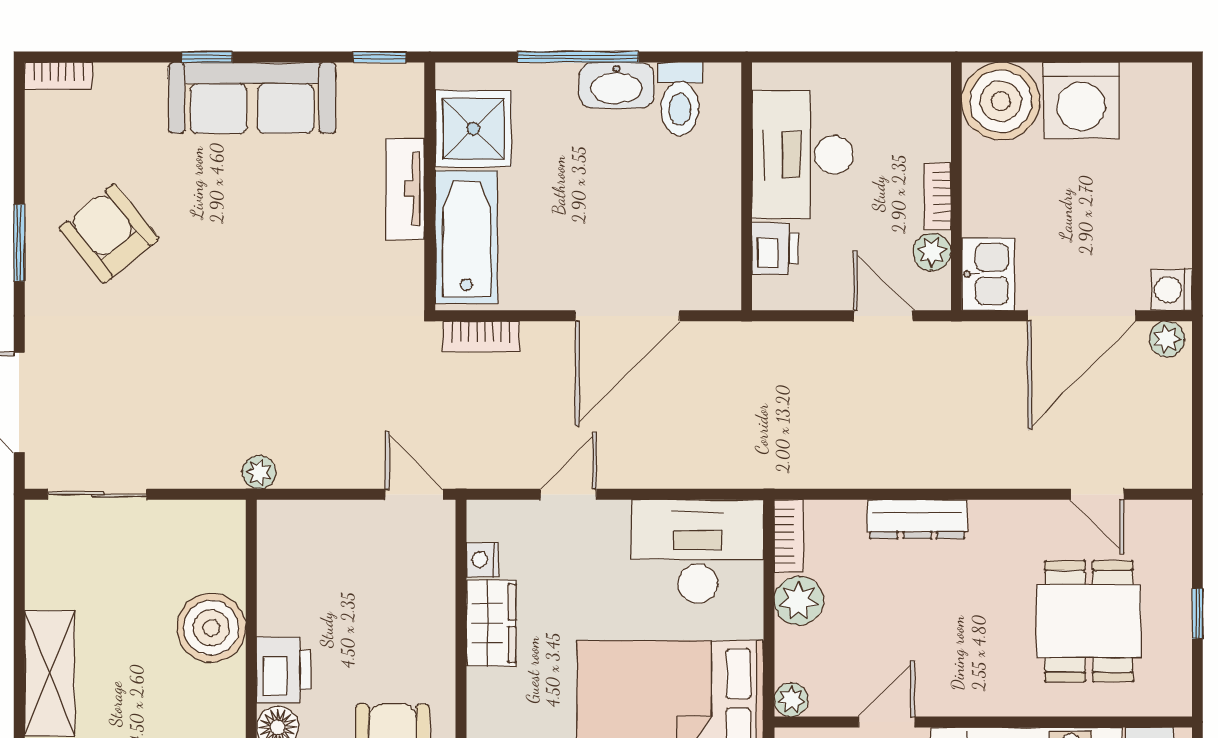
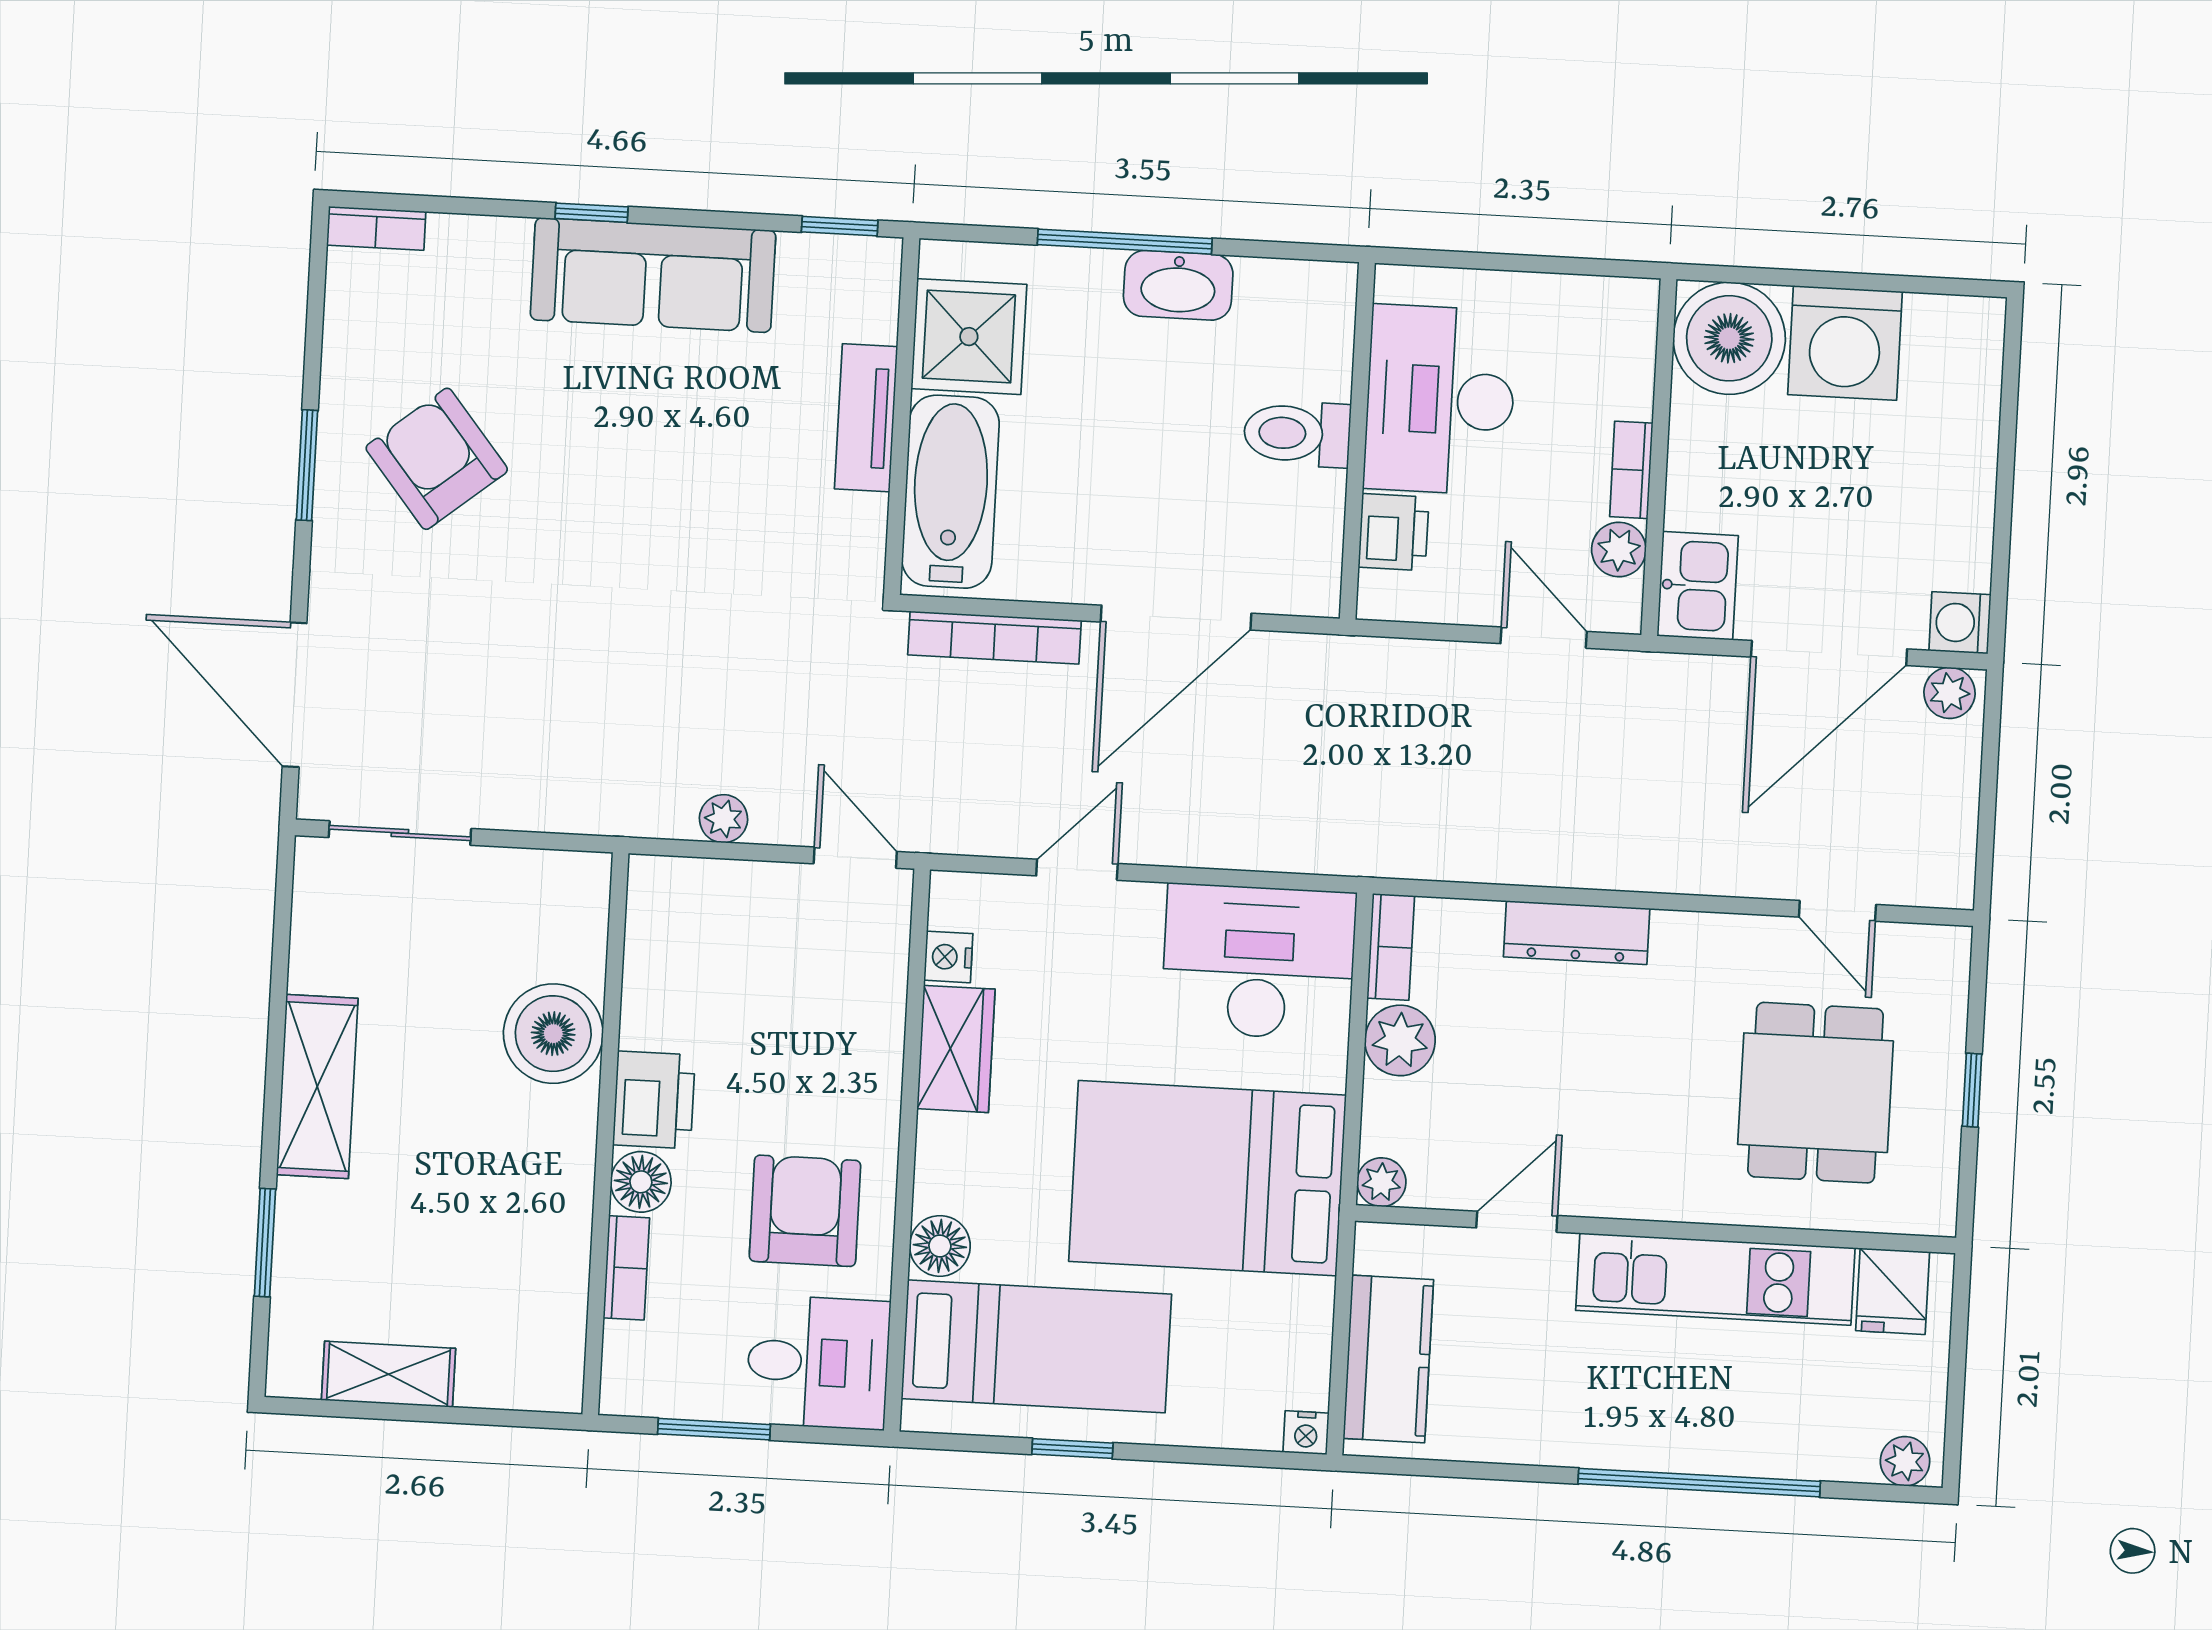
toilet: (680, 99) -> (1297, 434), moved, turned 90
bookcase: (481, 336) -> (994, 638), width x1.56
plant: (259, 472) -> (724, 819), moved

